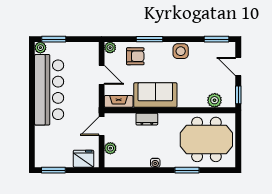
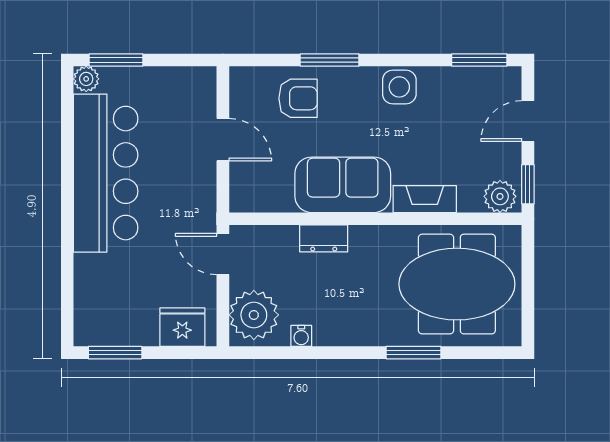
plant: (110, 48) -> (242, 79), removed
door: (238, 66) -> (528, 121), hinge flipped
plant: (215, 100) -> (500, 196), moved
fireplace: (119, 101) -> (425, 199), moved
door: (102, 126) -> (223, 254), hinge flipped
plant: (110, 148) -> (254, 315), width x1.88, depth x1.88
water cooler: (155, 163) -> (301, 336), moved

